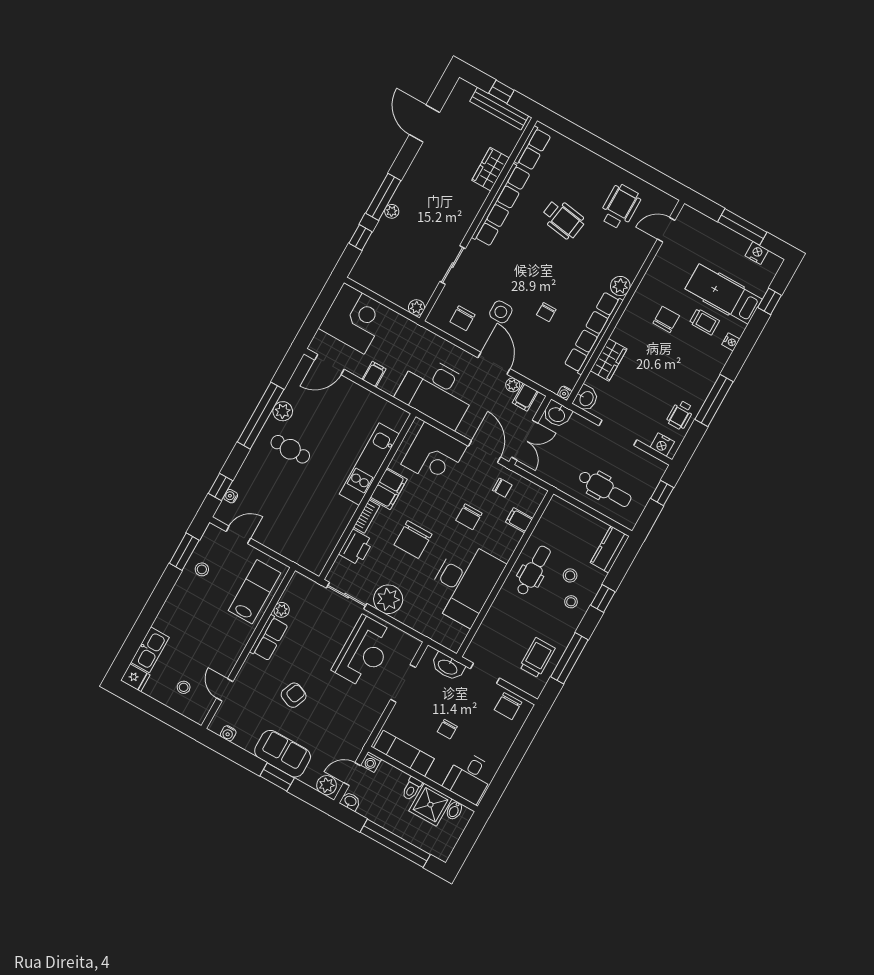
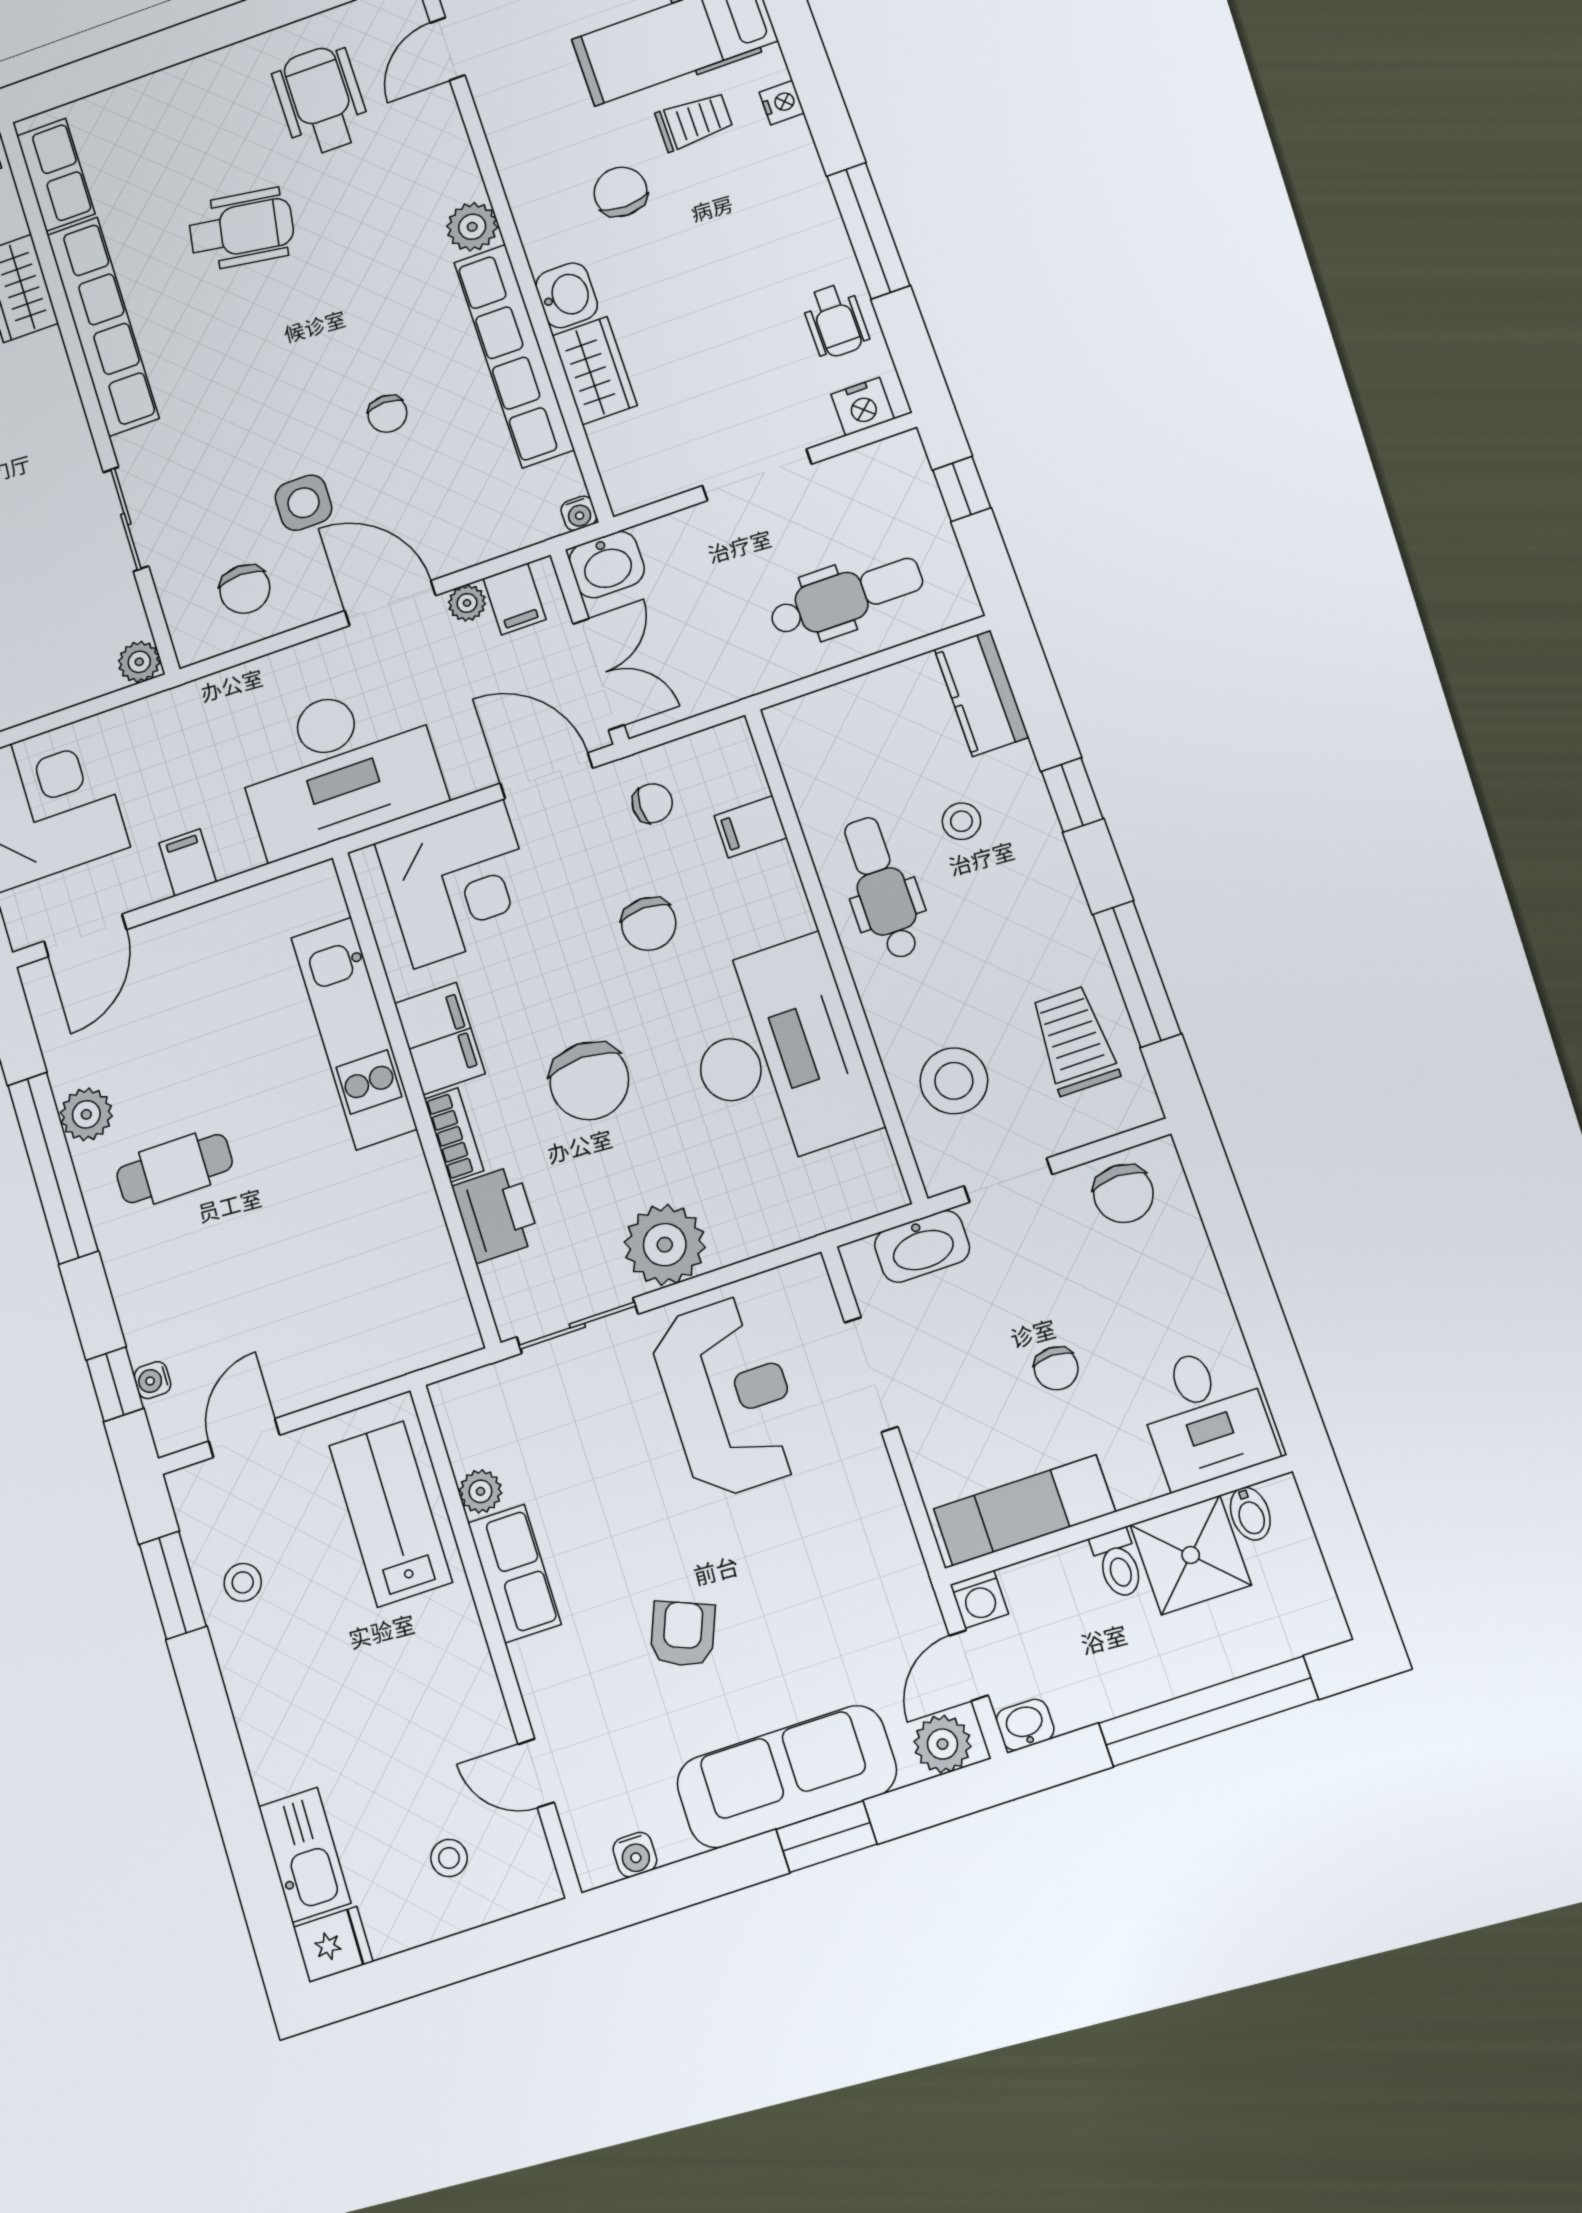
washbasin: (586, 398) -> (567, 295), moved
stool: (571, 602) -> (954, 1081), moved, width x1.89, depth x1.89
sofa: (283, 754) -> (787, 1777), width x1.36

